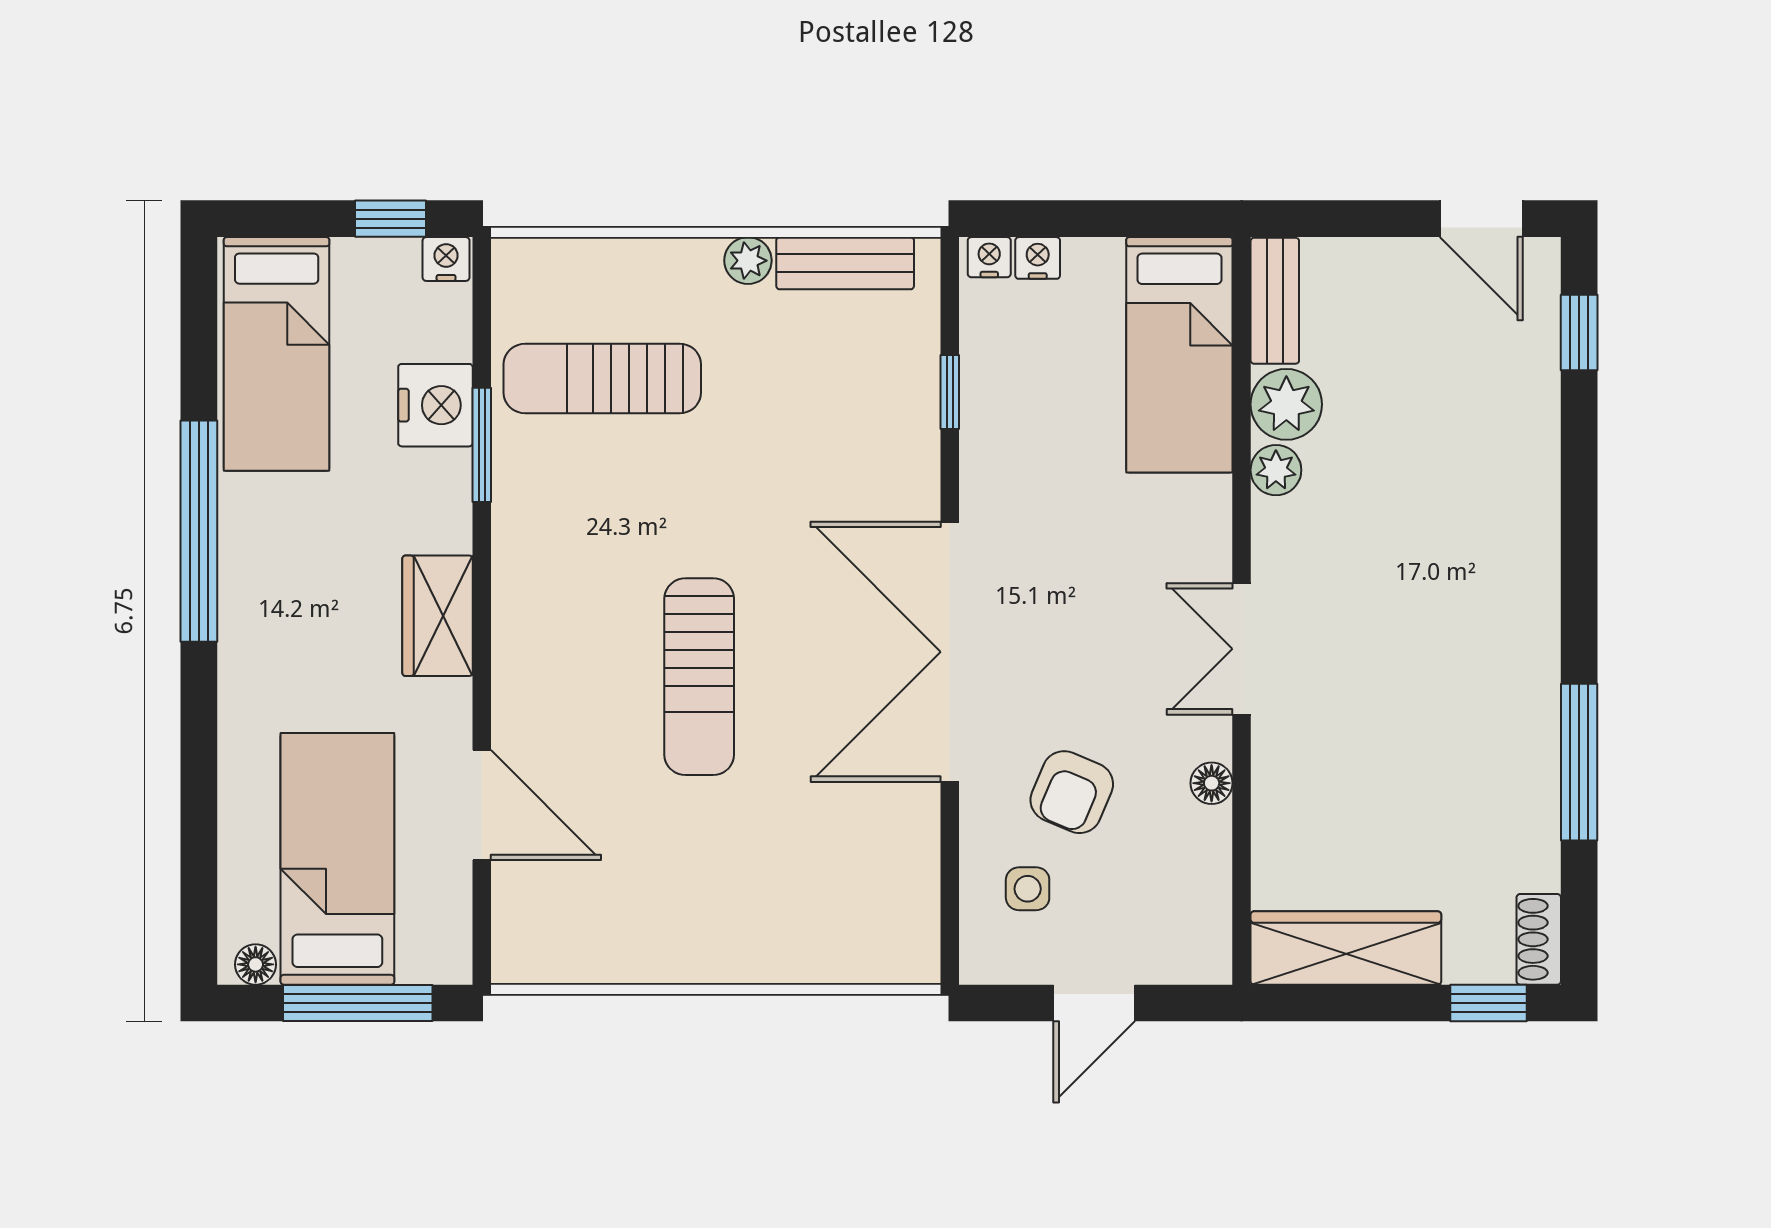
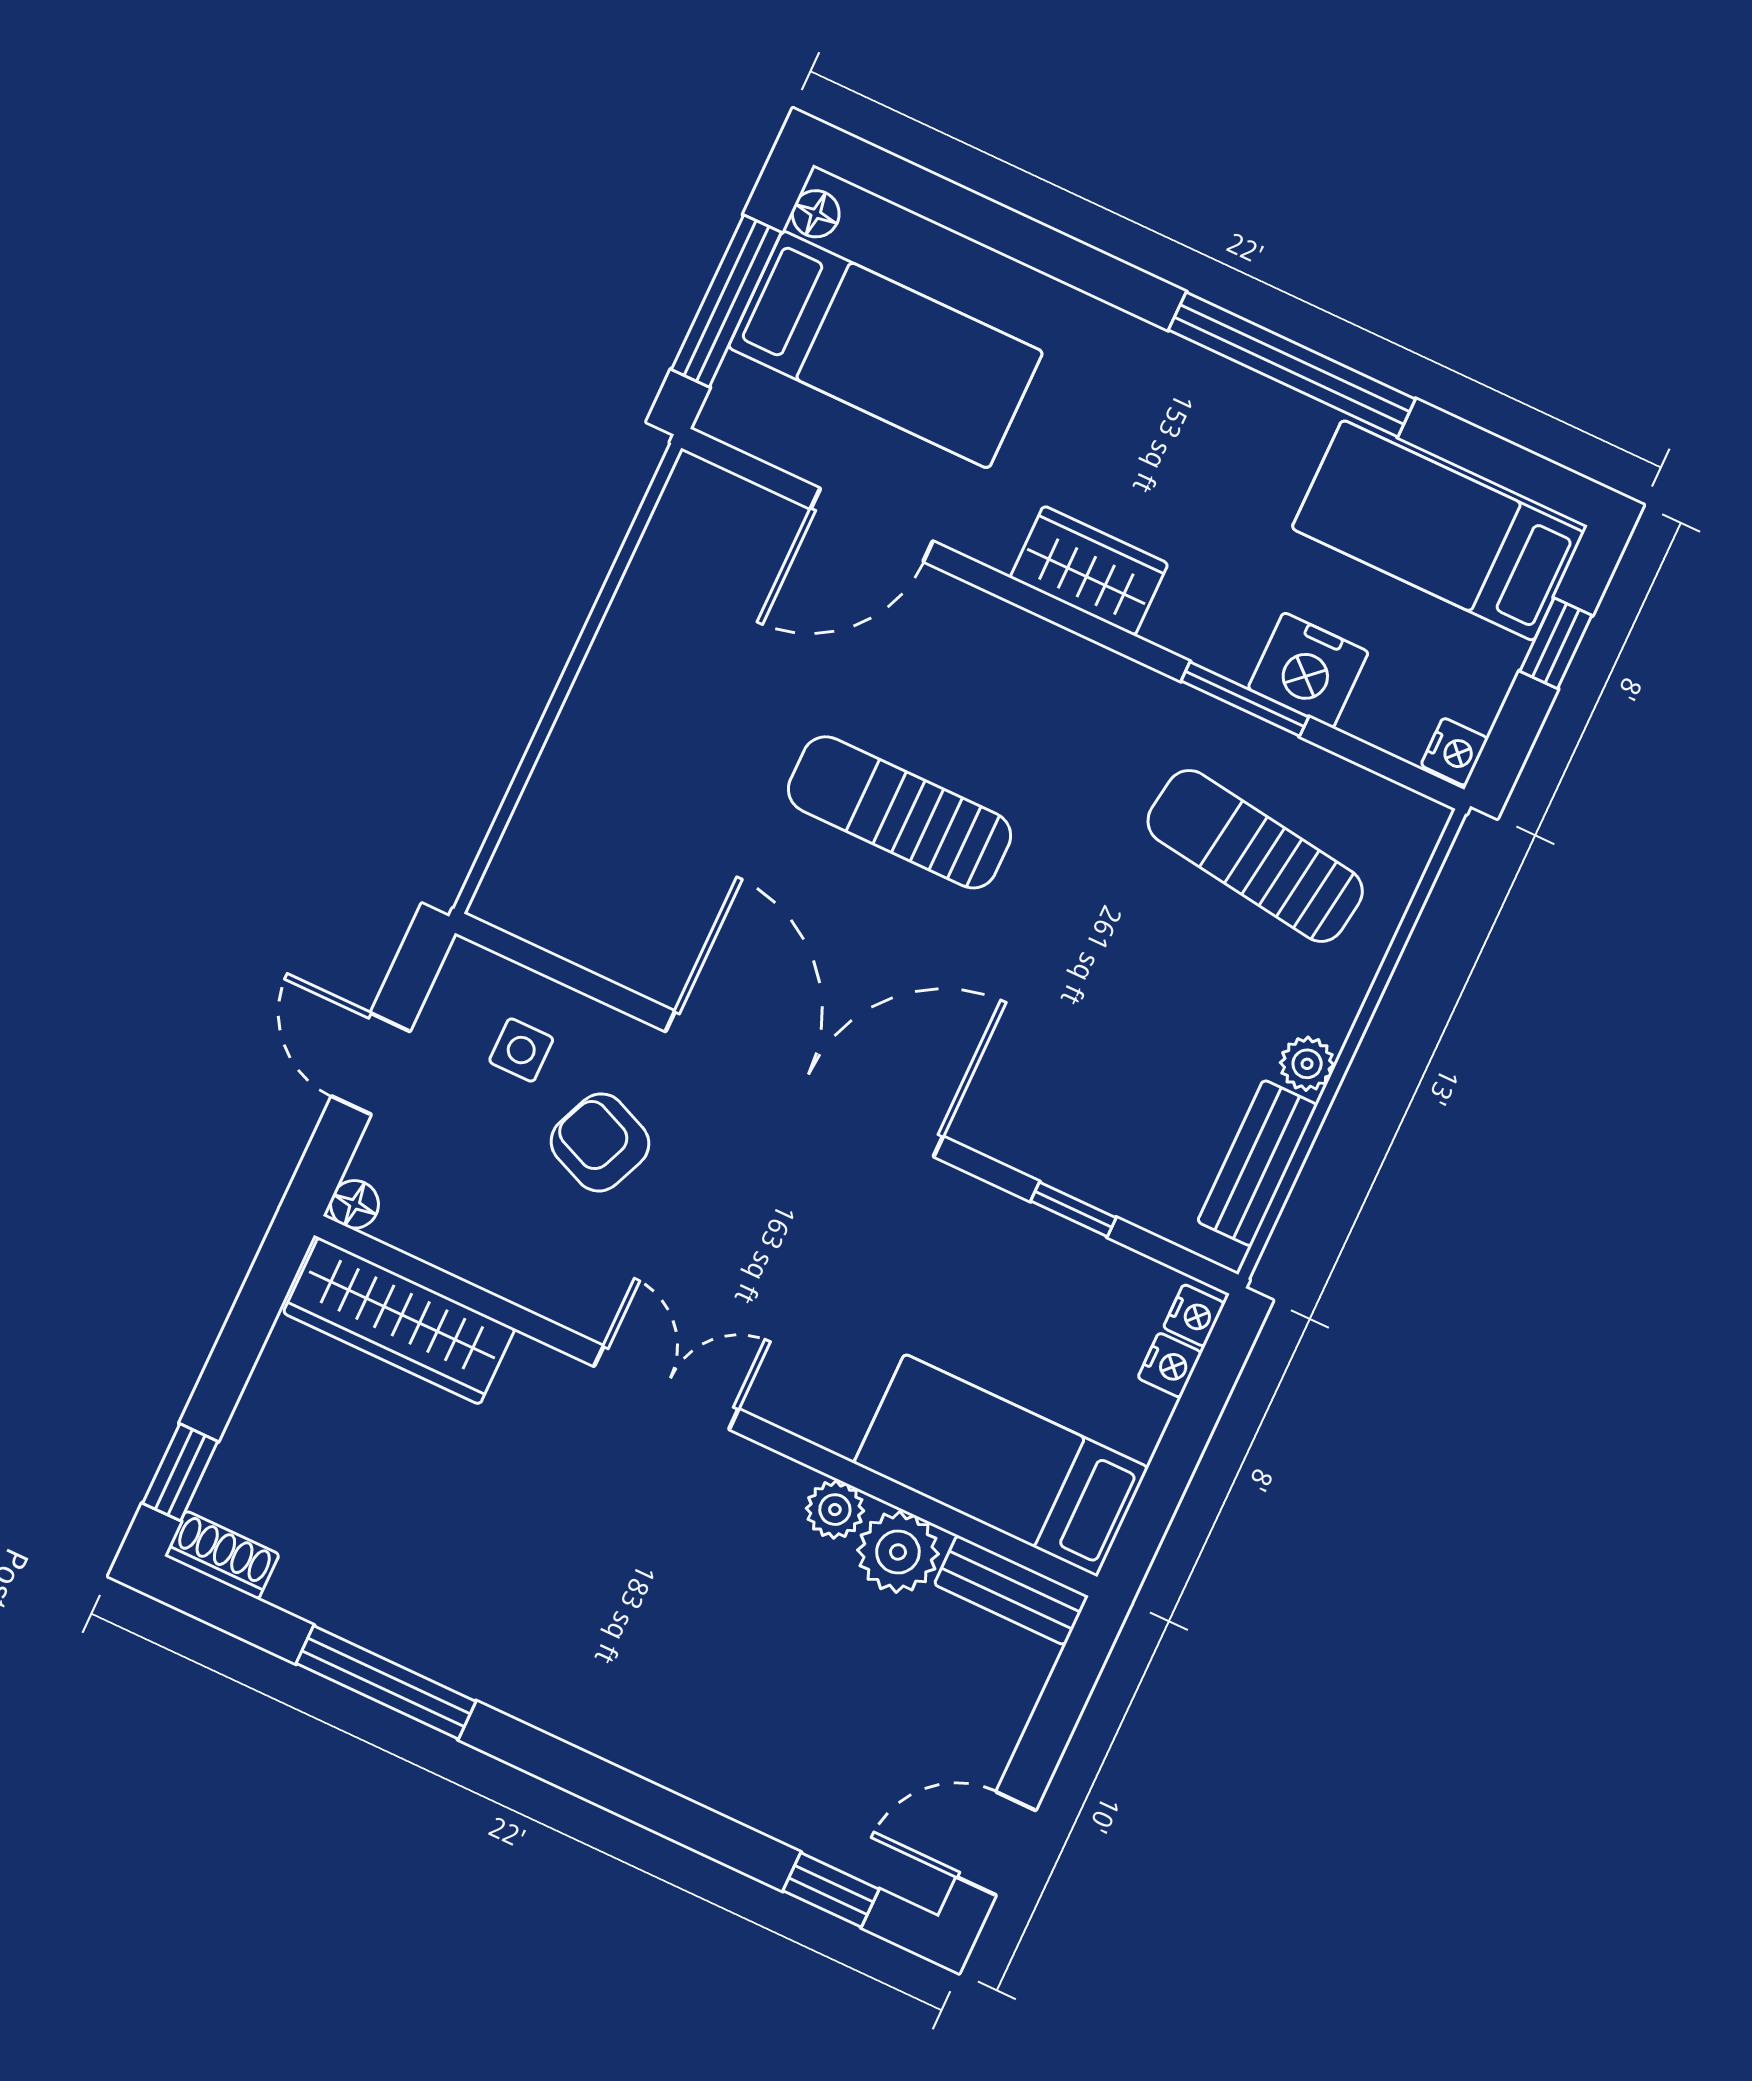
window: (390, 219) -> (1556, 643), moved
sun lounger: (602, 379) -> (1255, 856), turned -82
floor lamp: (1212, 783) -> (355, 1204), moved
wardrobe: (1346, 948) -> (399, 1321), moved, turned 90

